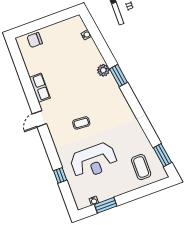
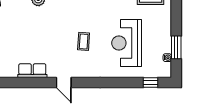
reception desk: (94, 161) -> (127, 43), turned 180
window: (60, 175) -> (150, 82), moved

